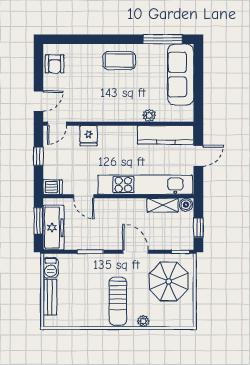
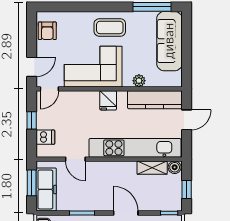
corner sofa: (102, 101) -> (93, 67), added
fridge: (89, 136) -> (108, 100), moved
dishwasher: (53, 187) -> (45, 137), moved

